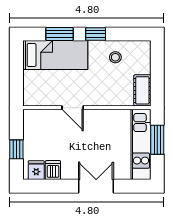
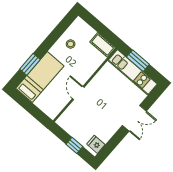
window: (96, 34) -> (48, 44), removed
door: (73, 108) -> (78, 93), swing flipped
dishwasher: (53, 170) -> (104, 135), removed
double door: (96, 186) -> (134, 118), swing flipped

